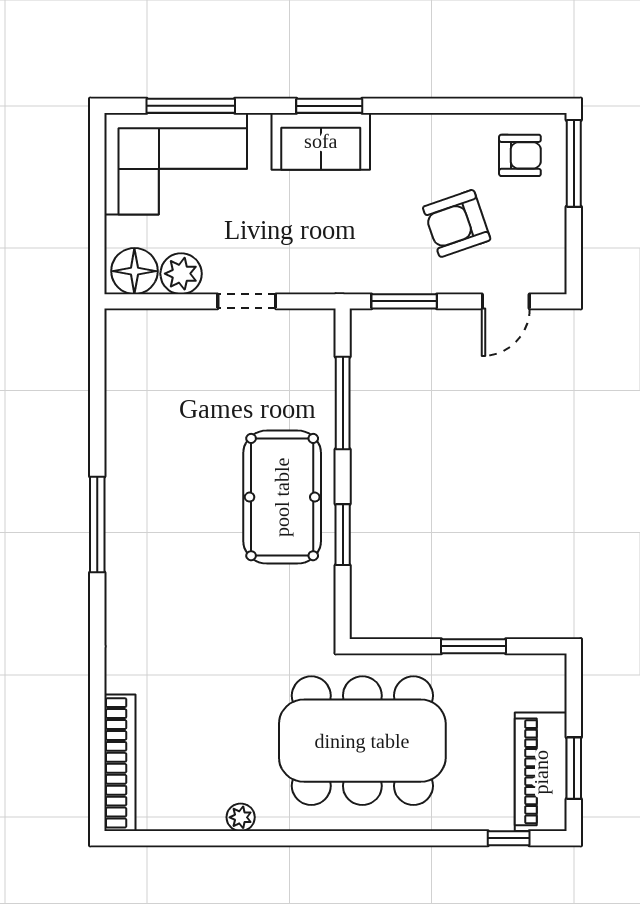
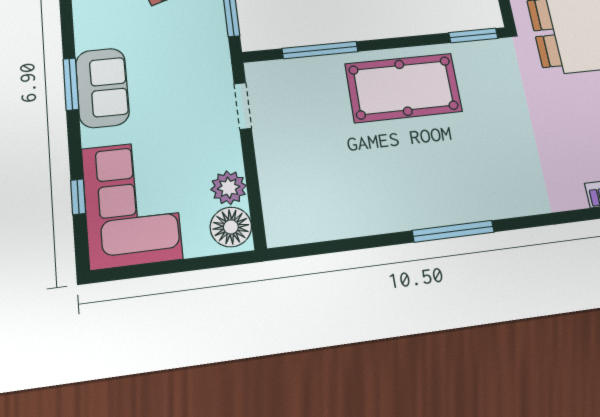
window: (191, 106) -> (78, 197), width x0.46
doorway: (247, 301) -> (243, 106), moved
window: (343, 535) -> (473, 35), moved

